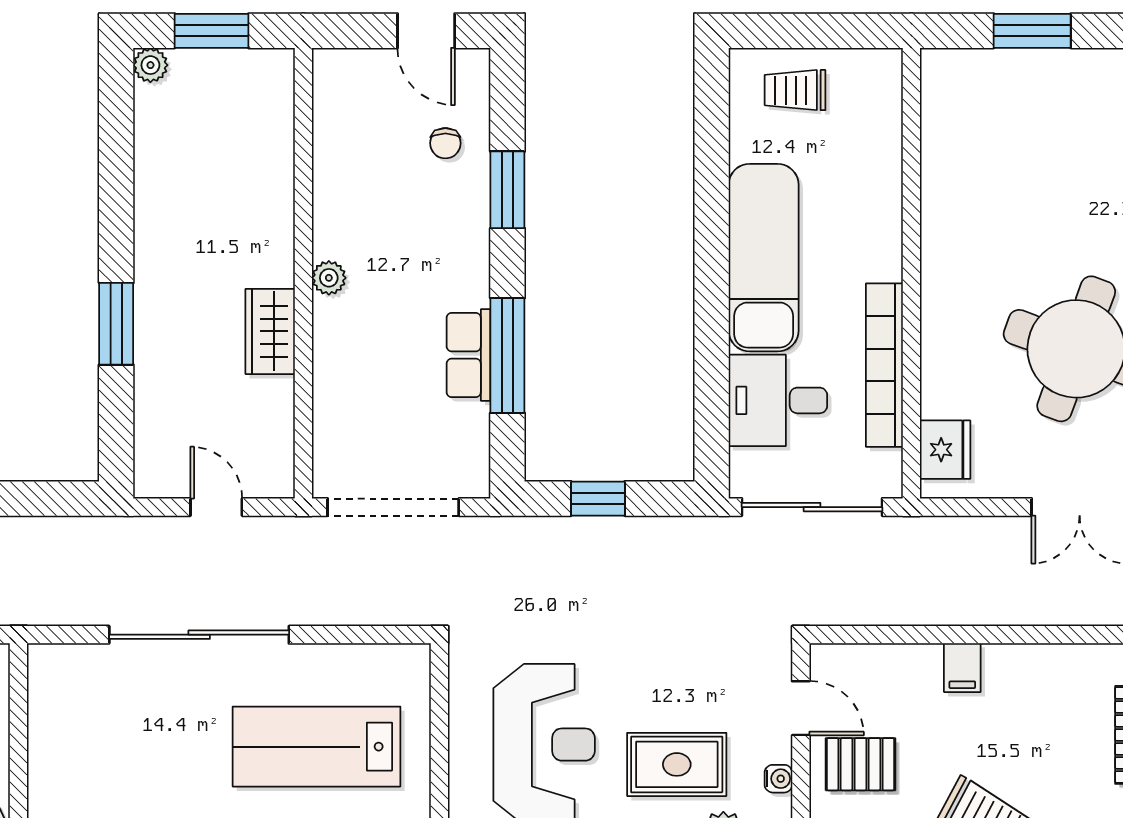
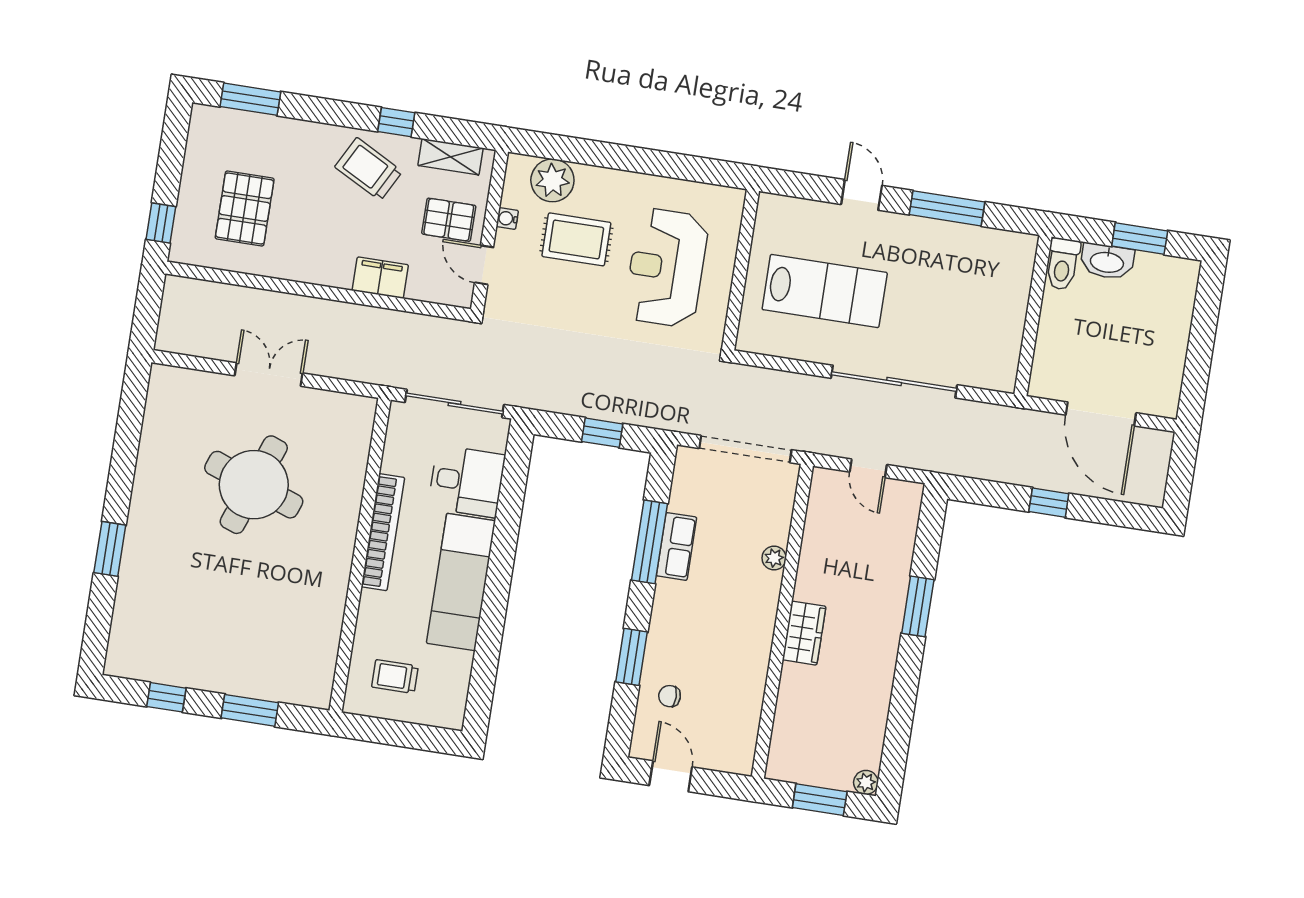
trolley: (795, 90) -> (395, 677), moved, turned 180
chair: (445, 143) -> (670, 696), turned -90
plant: (329, 278) -> (774, 558), moved
wardrobe: (270, 331) -> (804, 633), moved
bookcase: (884, 365) -> (383, 532), moved
fridge: (945, 450) -> (356, 429), removed
filing cabinet: (962, 668) -> (380, 278), width x2.00

